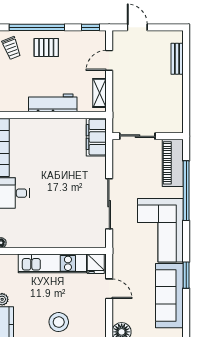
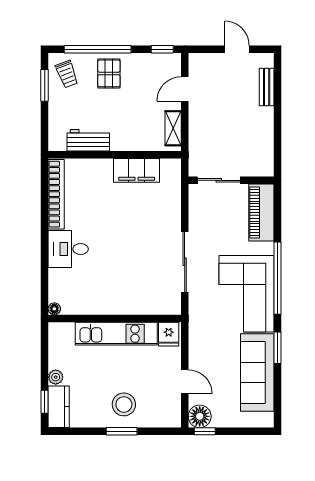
door: (137, 27) -> (237, 49), moved
pallet: (46, 48) -> (109, 73), turned 90
workbench: (53, 103) -> (88, 140), moved, width x0.73
filing cabinet: (96, 137) -> (137, 170), moved, turned -90
window: (186, 191) -> (277, 278), moved
door: (109, 289) -> (185, 382), moved

